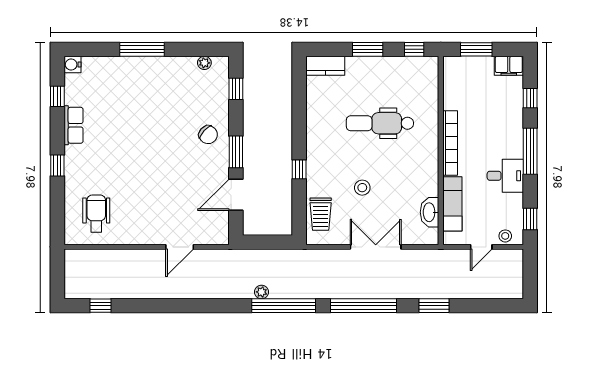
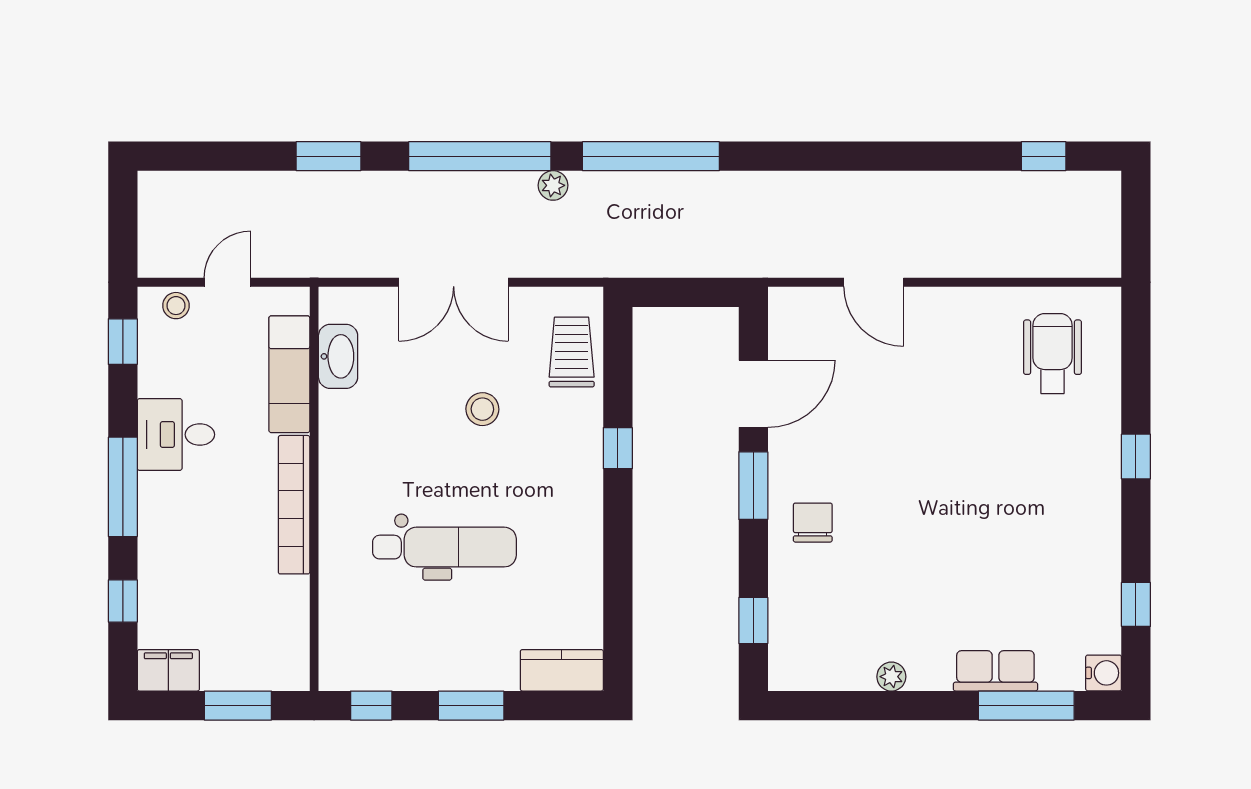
window: (142, 49) -> (1026, 706), moved
plant: (204, 63) -> (891, 677), moved
row of seats: (73, 125) -> (995, 671), moved, turned 90
chair: (208, 135) -> (813, 523), turned 48
wheelchair: (96, 214) -> (1052, 354), turned 180
door: (180, 247) -> (874, 282), swing flipped
plant: (262, 292) -> (553, 185), moved

